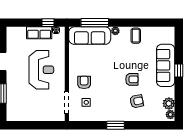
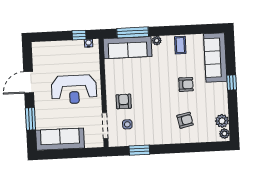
row of seats: (39, 33) -> (69, 47), removed
sofa: (166, 65) -> (215, 58), moved
reception desk: (41, 70) -> (74, 89), turned 90
armchair: (132, 79) -> (186, 84), moved
sofa: (27, 112) -> (60, 139), added
window: (115, 125) -> (139, 150), moved

